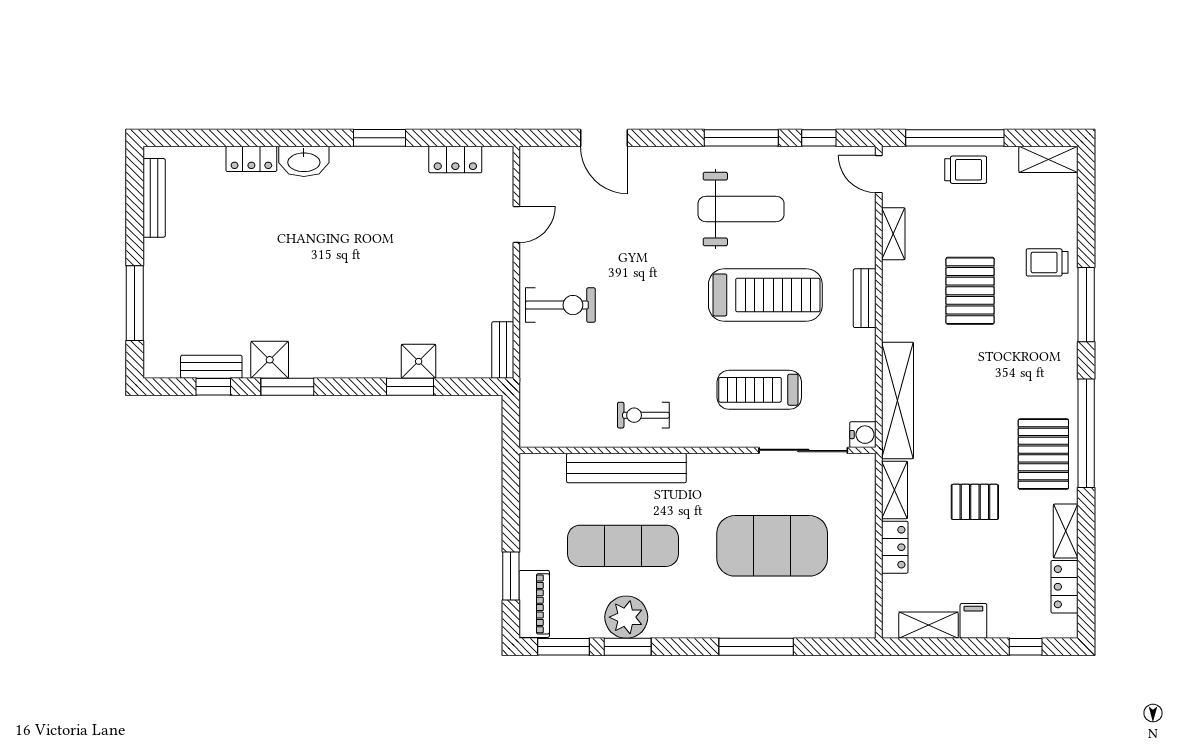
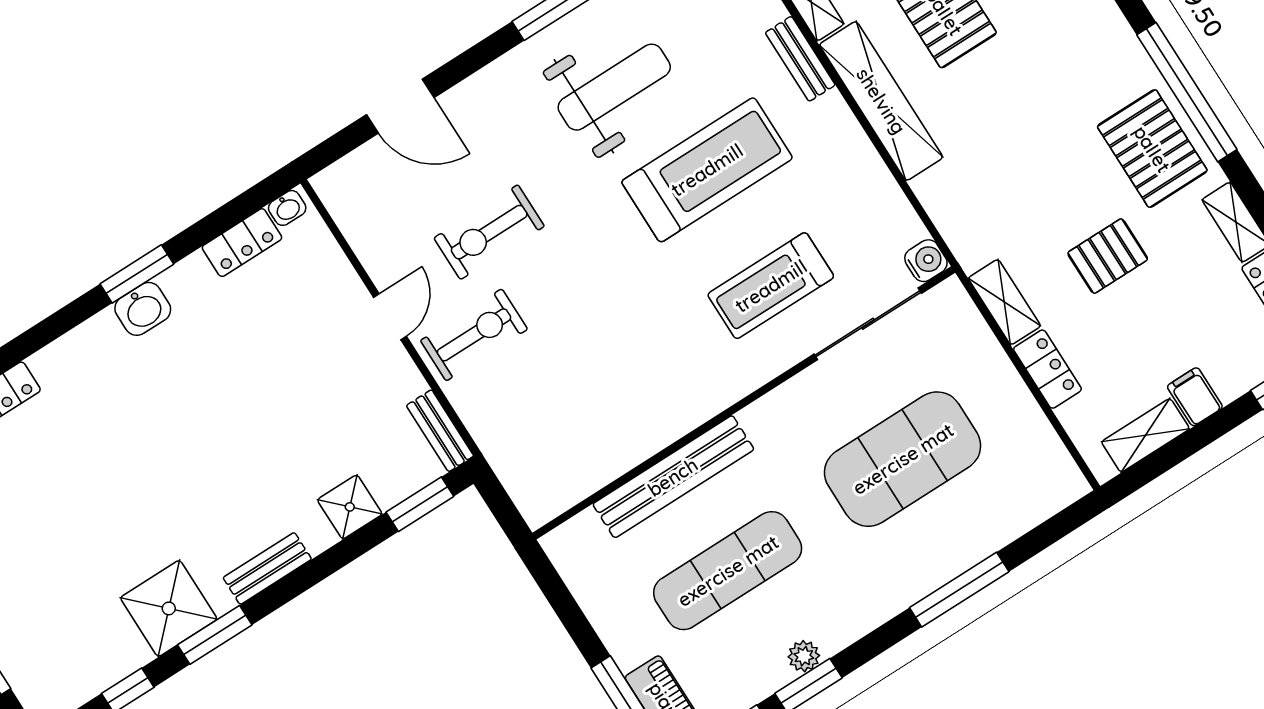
washbasin: (496, 156) -> (287, 208), added
washbasin: (304, 161) -> (143, 309), moved, width x0.72
door: (516, 225) -> (390, 317), moved
bench: (865, 298) -> (800, 59), moved
shower: (270, 360) -> (169, 608), width x1.36, depth x1.36
bench: (211, 367) -> (267, 568), moved
window: (410, 387) -> (420, 504), moved
shelving: (897, 400) -> (881, 101), moved
exercise bike: (643, 415) -> (489, 232), moved, width x1.38, depth x1.39
plant: (626, 617) -> (804, 656), width x0.53, depth x0.53

